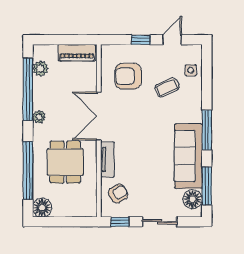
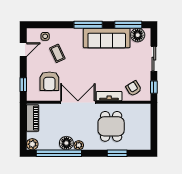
window: (141, 40) -> (23, 85), moved
door: (172, 40) -> (23, 50), swing flipped
plant: (40, 69) -> (32, 144), moved
double door: (99, 116) -> (78, 102), swing flipped
dining table: (65, 162) -> (111, 126), turned 90
window: (28, 171) -> (117, 153), width x0.47
floor lamp: (42, 208) -> (66, 143), moved

